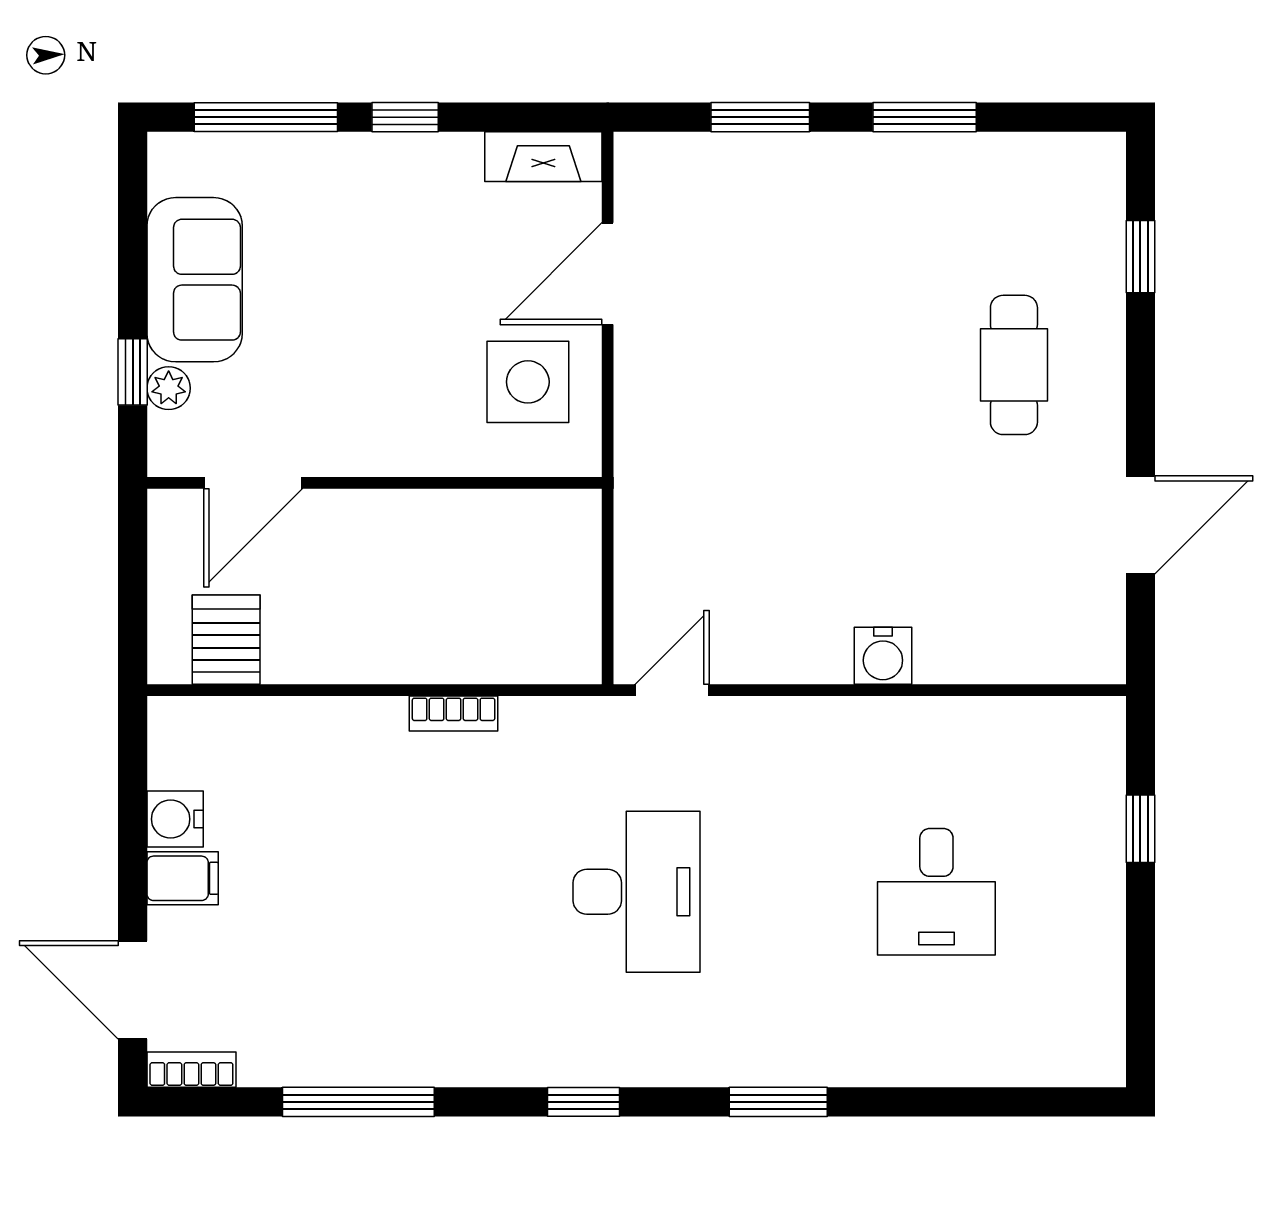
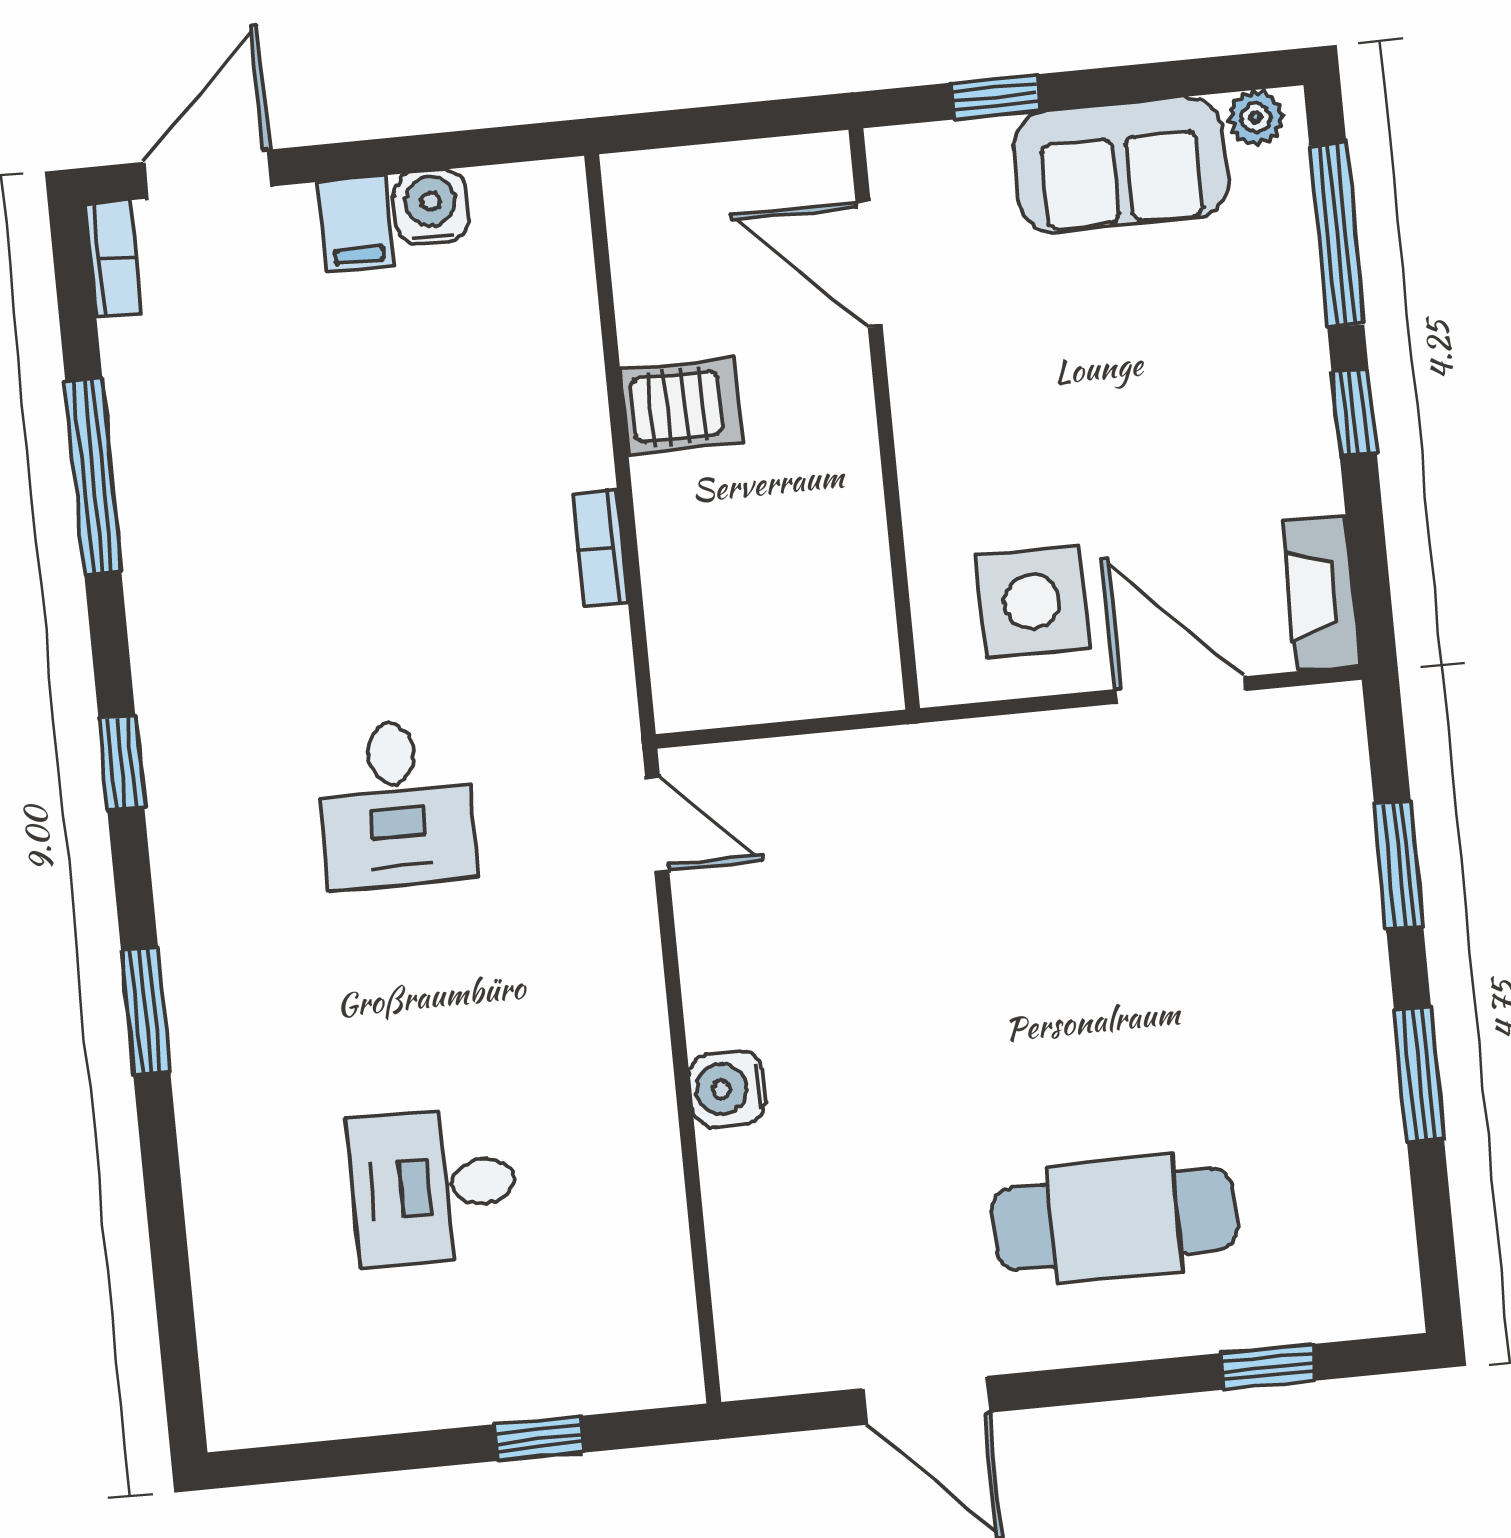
cafe table: (1014, 365) -> (1114, 1219), width x1.37, depth x1.35
plant: (169, 388) -> (1256, 118), moved
server rack: (226, 640) -> (681, 406), moved
desk: (637, 892) -> (396, 804), width x0.73

